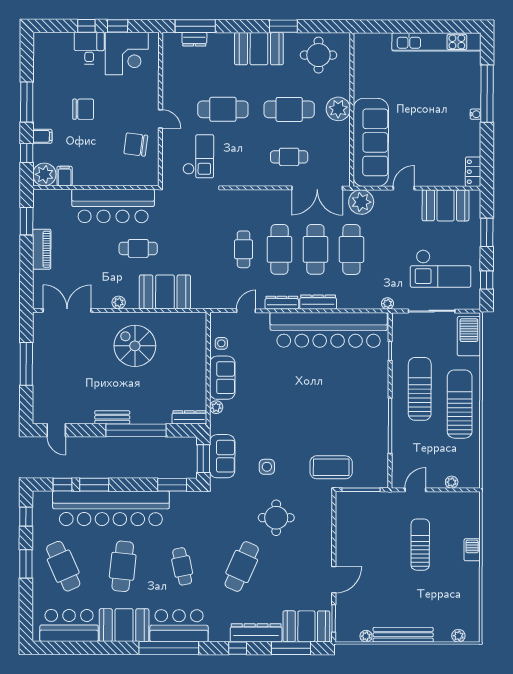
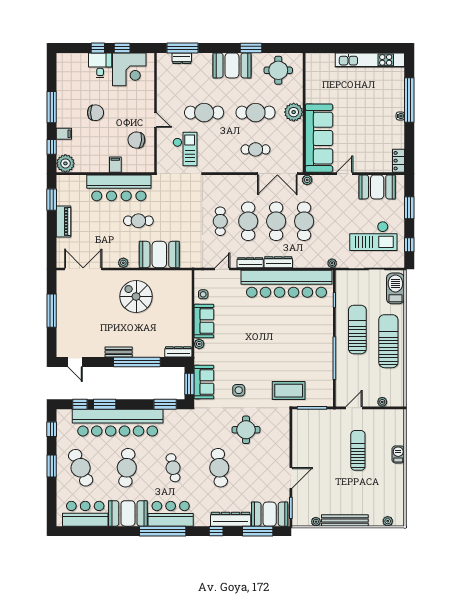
filing cabinet: (65, 176) -> (115, 165), moved
plant: (361, 202) -> (307, 180), width x0.53, depth x0.53
cafe table: (242, 566) -> (219, 468), turned -30

